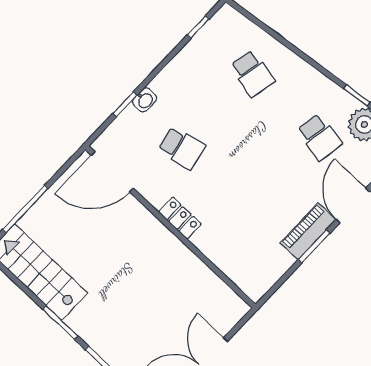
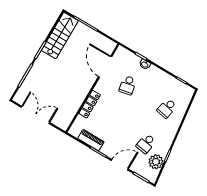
door: (112, 172) -> (105, 67), moved
locker: (180, 218) -> (90, 104), moved, width x1.53
piano: (308, 231) -> (91, 140), moved

